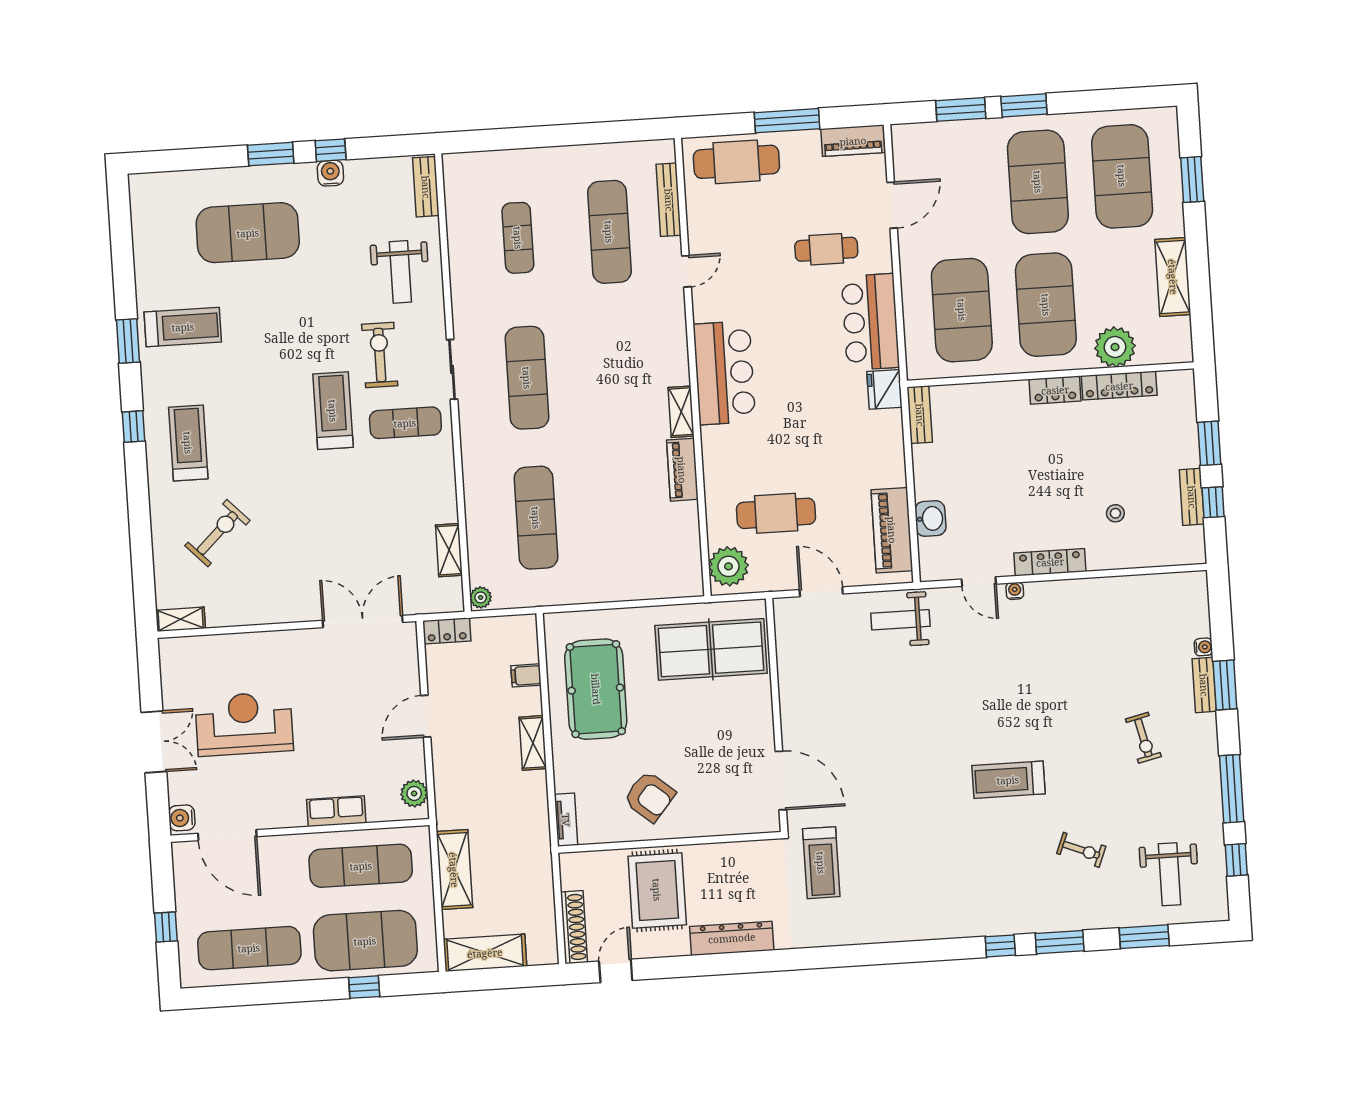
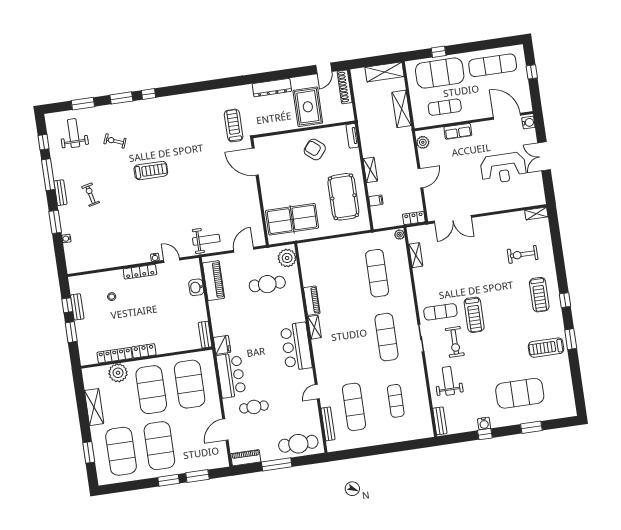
window: (271, 154) -> (531, 427), moved
exercise bike: (217, 533) -> (523, 254), turned 44
door: (821, 592) -> (244, 250), swing flipped
bench: (1204, 685) -> (60, 193), moved
exercise mat: (361, 866) -> (445, 107), width x0.73, depth x0.69

